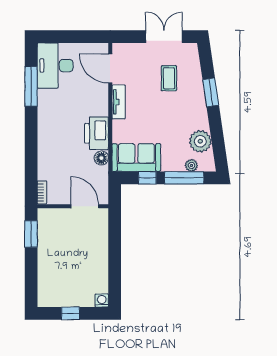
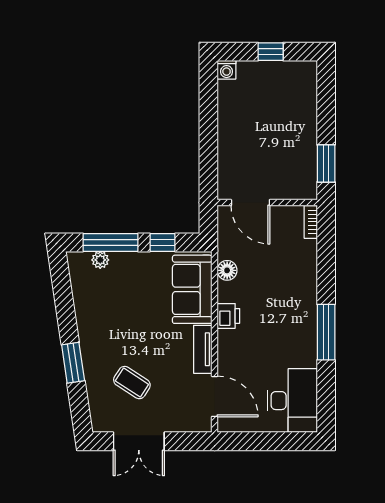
coffee table: (169, 78) -> (132, 383), turned -57
window: (31, 86) -> (326, 332), moved
printer: (97, 133) -> (228, 316), width x0.53, depth x0.68
plant: (200, 141) -> (88, 294), removed
sofa: (136, 158) -> (192, 289), moved, turned 90

